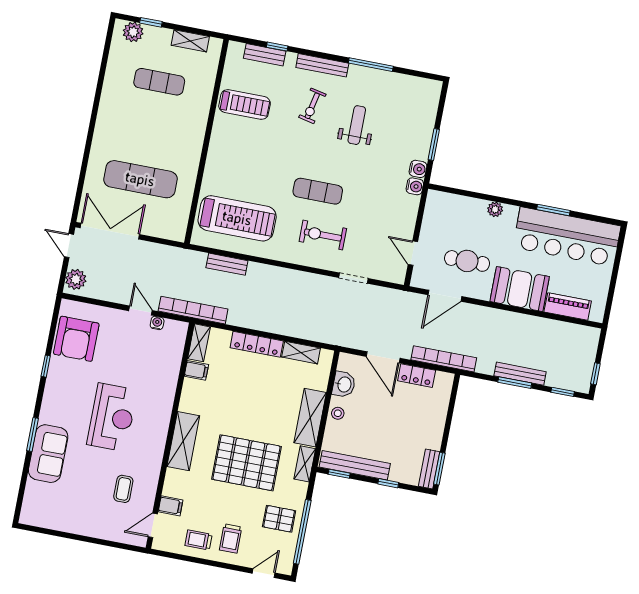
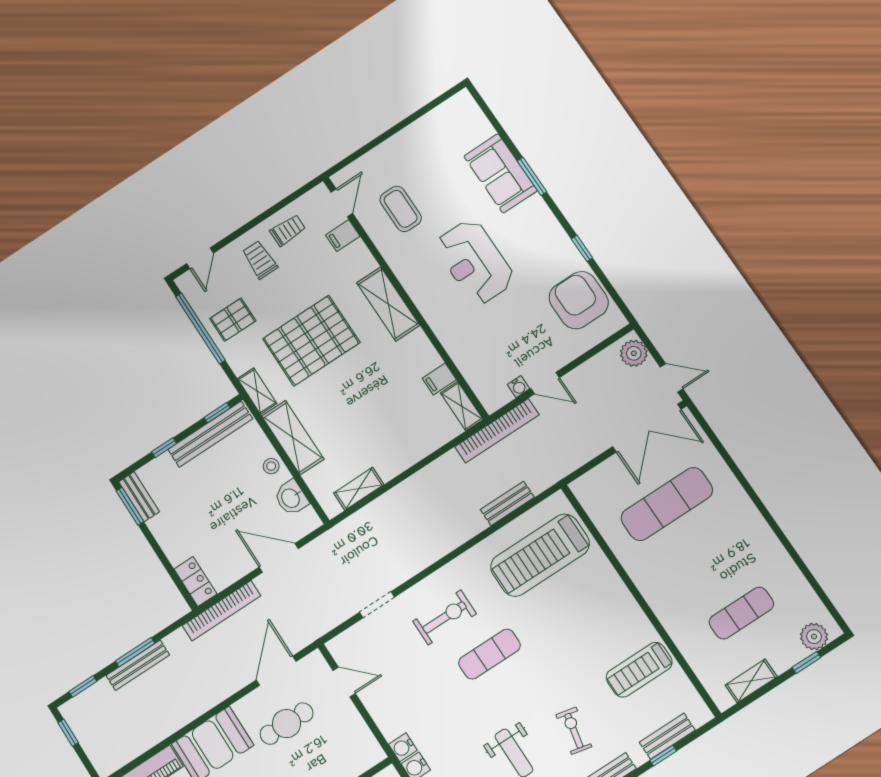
locker: (257, 344) -> (407, 457), removed
locker: (417, 376) -> (195, 581), moved, turned 90
coffee table: (123, 489) -> (401, 209), width x1.36, depth x1.30

